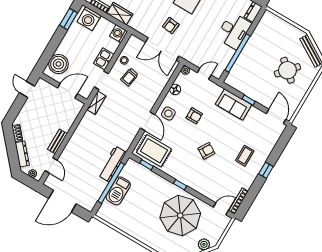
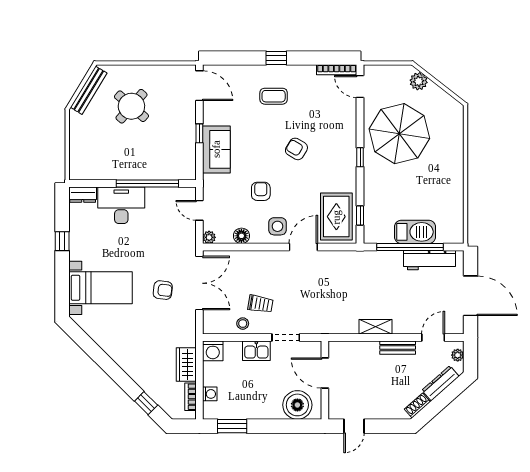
washing machine: (89, 19) -> (210, 394), width x0.53, depth x0.53
shelving: (96, 103) -> (376, 327), moved
door: (276, 116) -> (199, 86), swing flipped
workbench: (112, 164) -> (429, 260), moved

